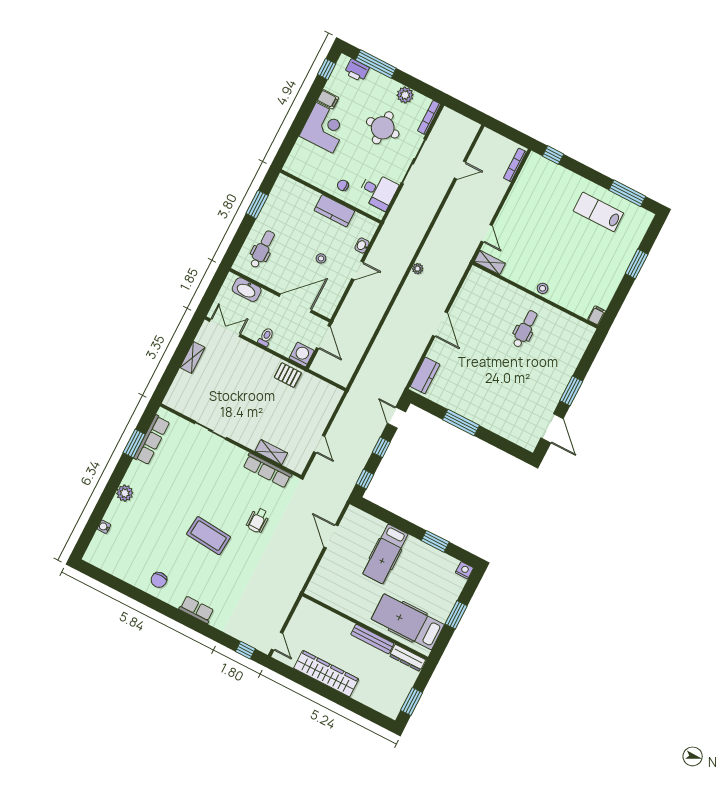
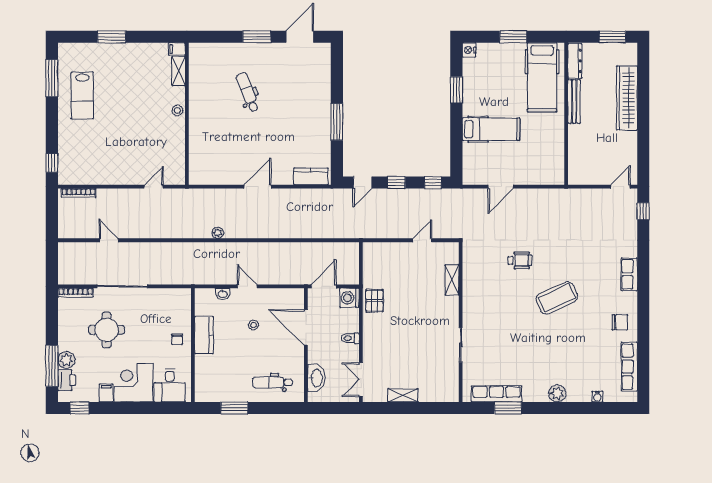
plant: (405, 95) -> (66, 360), moved
desk: (378, 191) -> (170, 385), moved, turned 180
shelving: (490, 262) -> (179, 71), moved
dental chair: (525, 329) -> (248, 92), moved, turned 69
row of seats: (267, 470) -> (629, 367), moved, turned 180
coffee table: (209, 536) -> (557, 298), turned 60
wardrobe: (326, 674) -> (627, 98), moved

